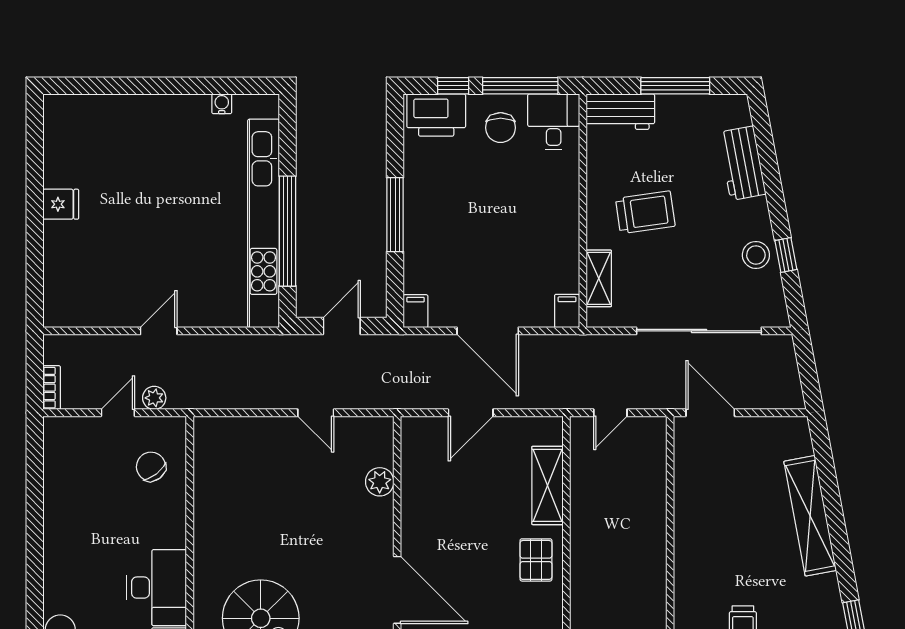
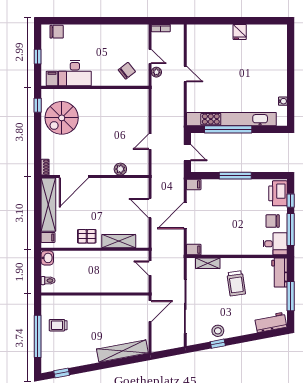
workbench: (742, 163) -> (271, 322), moved
shelving: (810, 516) -> (122, 351), moved

